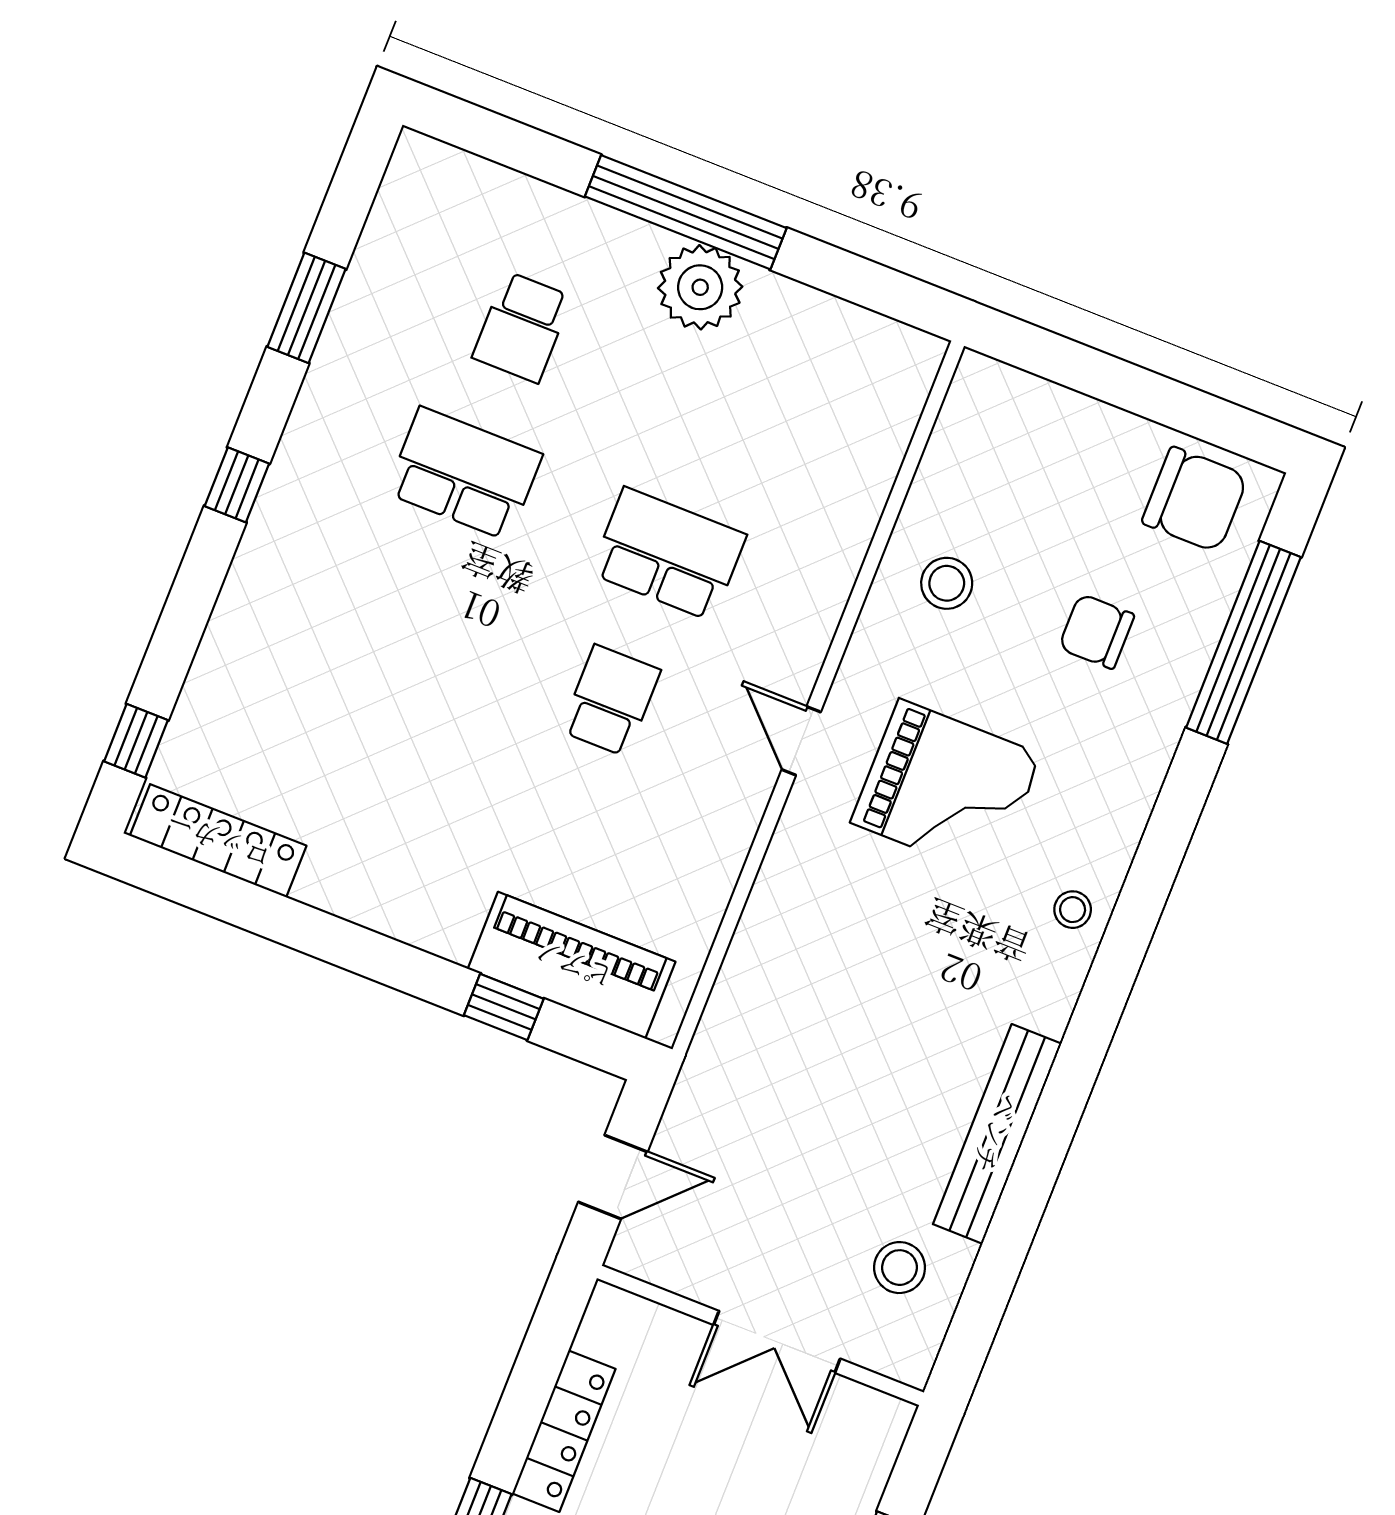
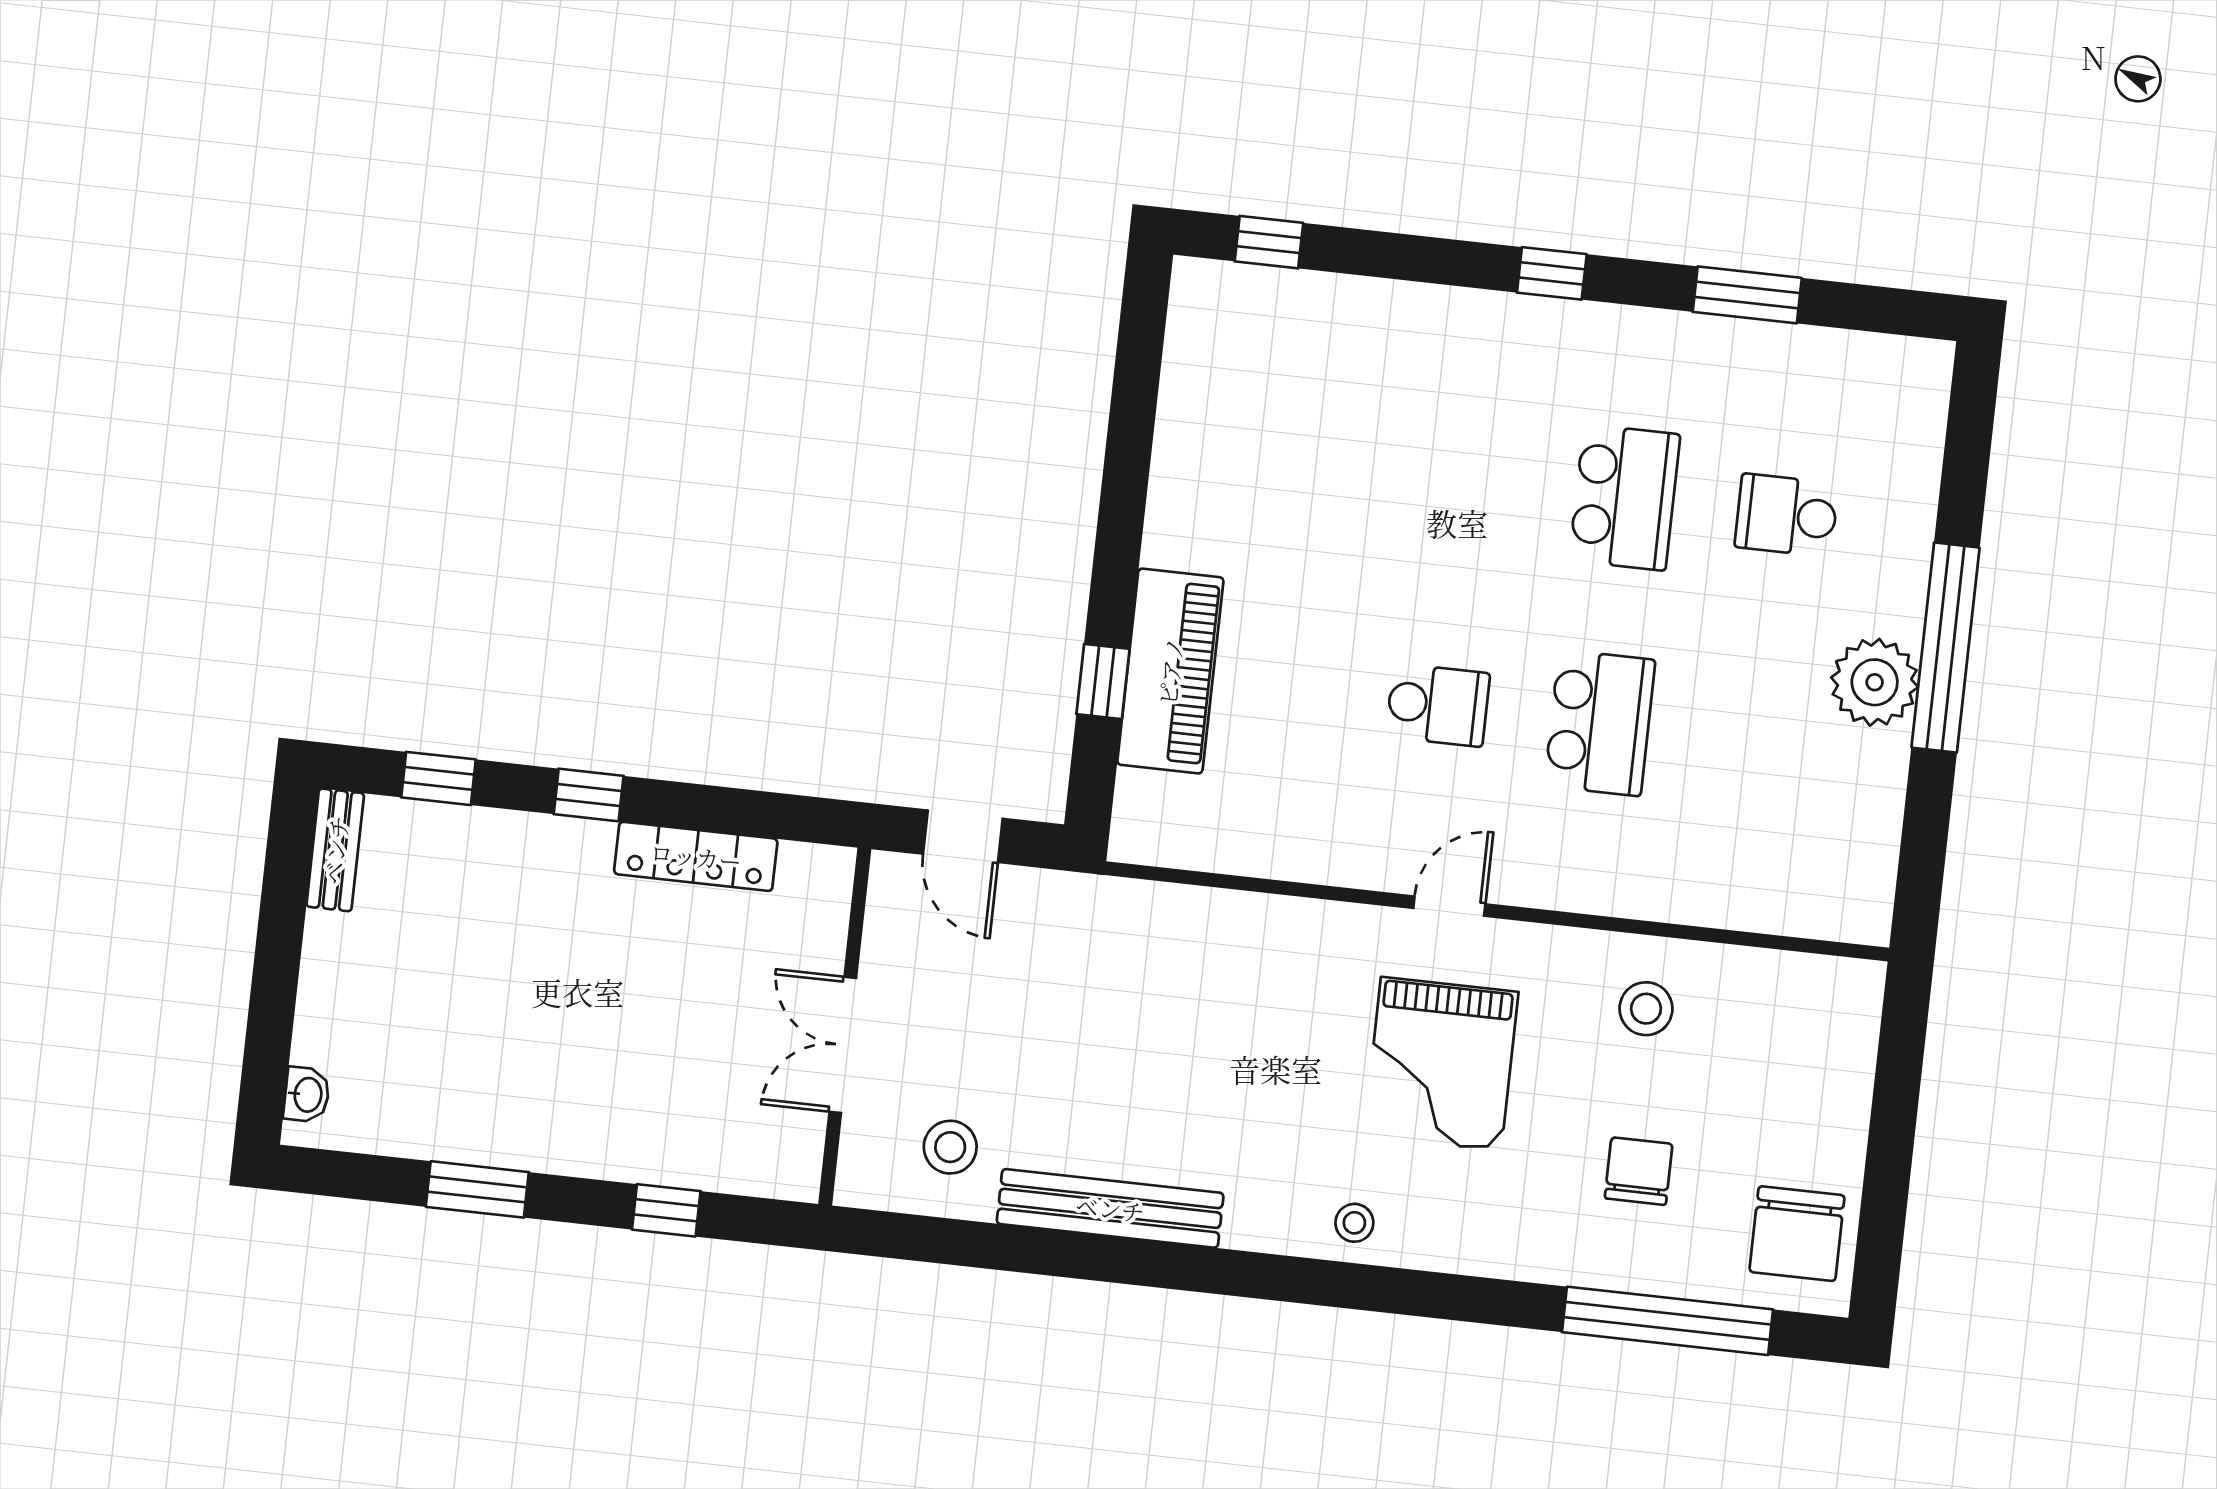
locker: (218, 841) -> (1191, 351), removed
piano: (572, 965) -> (1170, 671), moved

